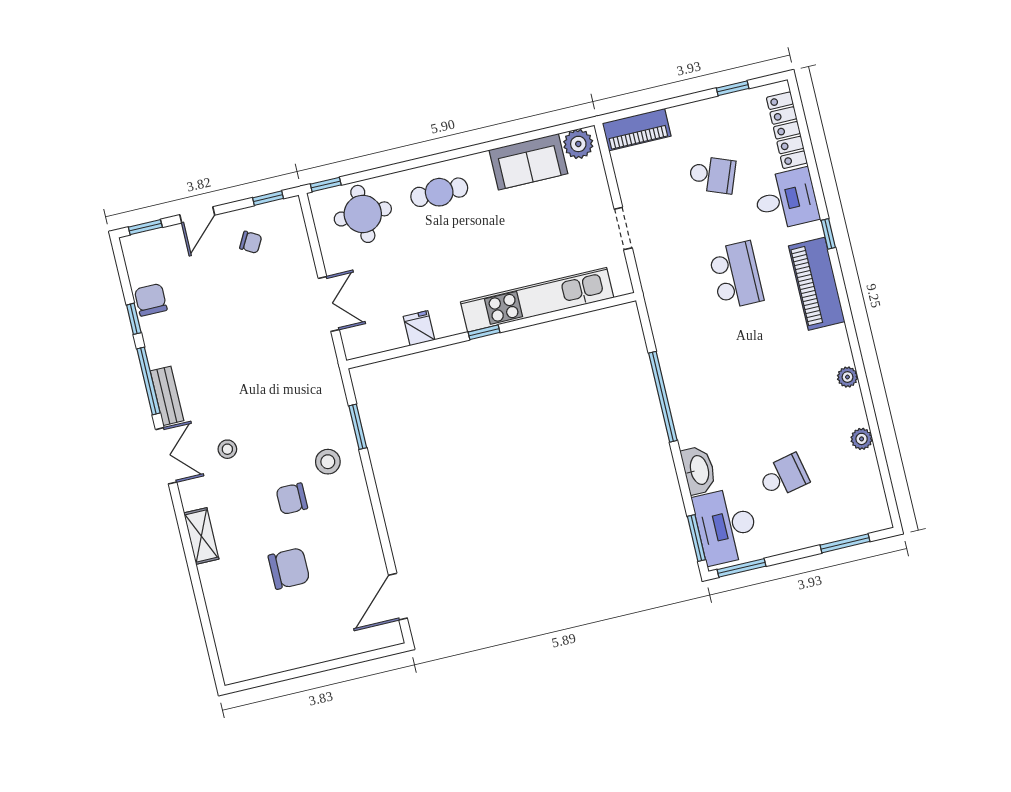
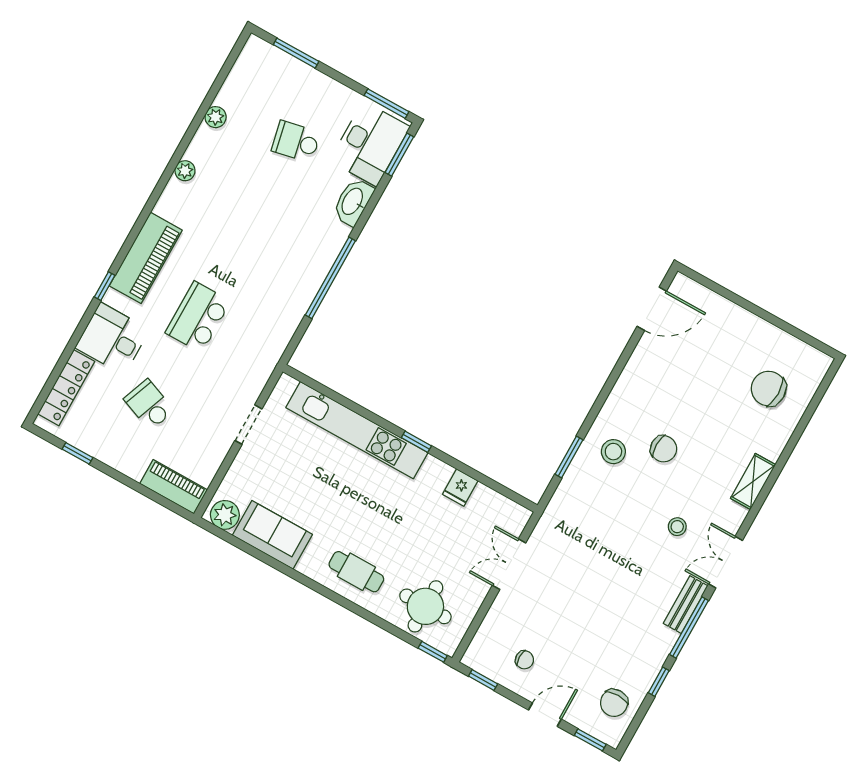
chair: (251, 242) -> (524, 660), turned 151
chair: (151, 300) -> (614, 703), moved
chair: (289, 568) -> (769, 389), moved

